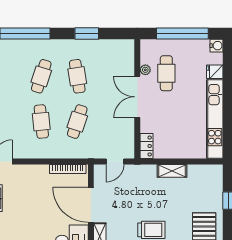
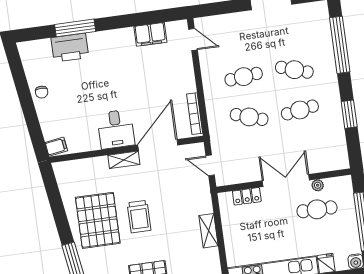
locker: (146, 146) -> (247, 196), moved

